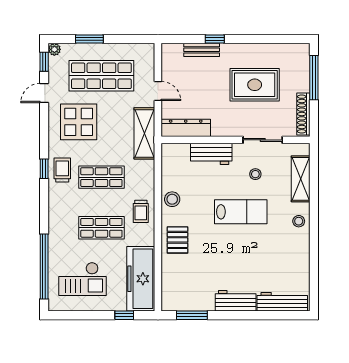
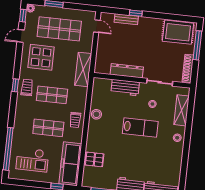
rug: (255, 85) -> (178, 32), moved
door: (158, 91) -> (97, 26), moved
dresser: (186, 128) -> (127, 71), moved
pallet: (177, 240) -> (94, 159), moved, turned 90

